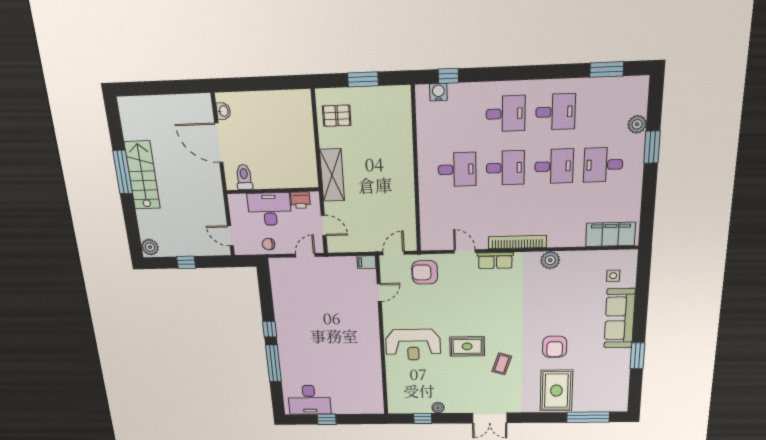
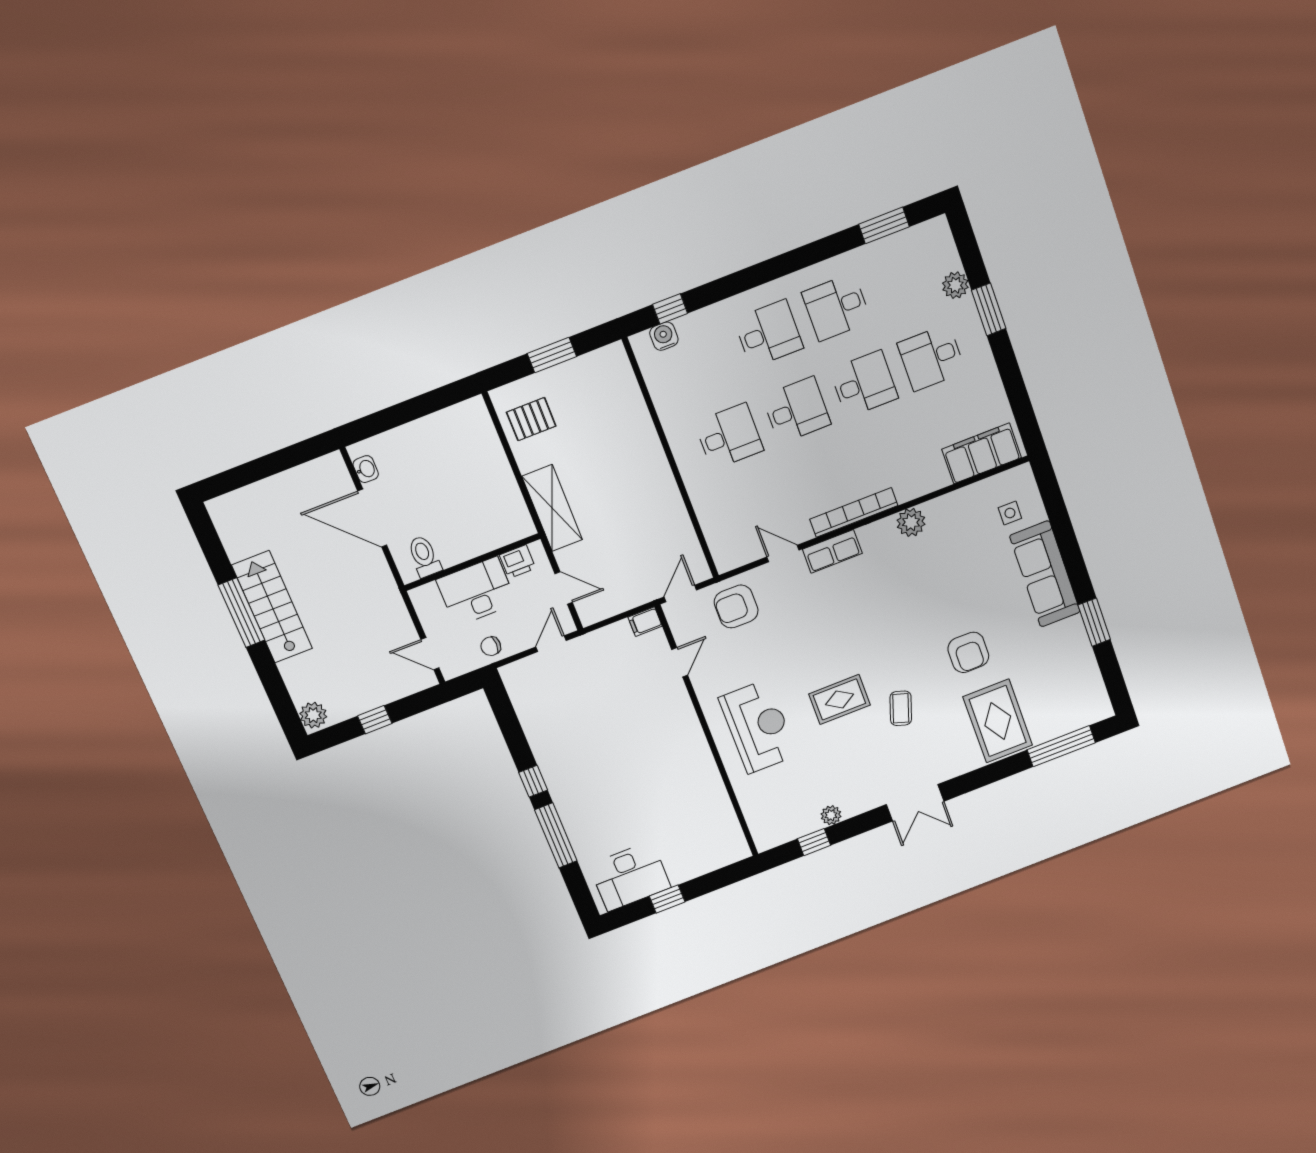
desk: (555, 112) -> (837, 307), turned 180
reception desk: (413, 345) -> (758, 727), turned -90

